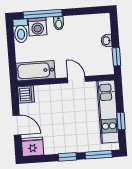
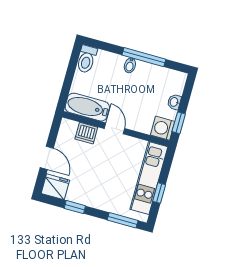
window: (43, 14) -> (144, 57), moved
washing machine: (38, 27) -> (163, 128), moved, turned 90
door: (76, 80) -> (114, 128), moved
dishwasher: (26, 94) -> (86, 133), moved, turned 90
window: (67, 157) -> (75, 207), moved

